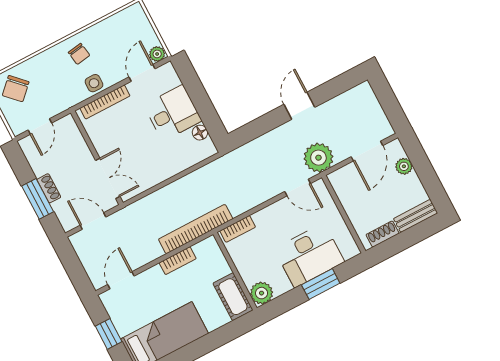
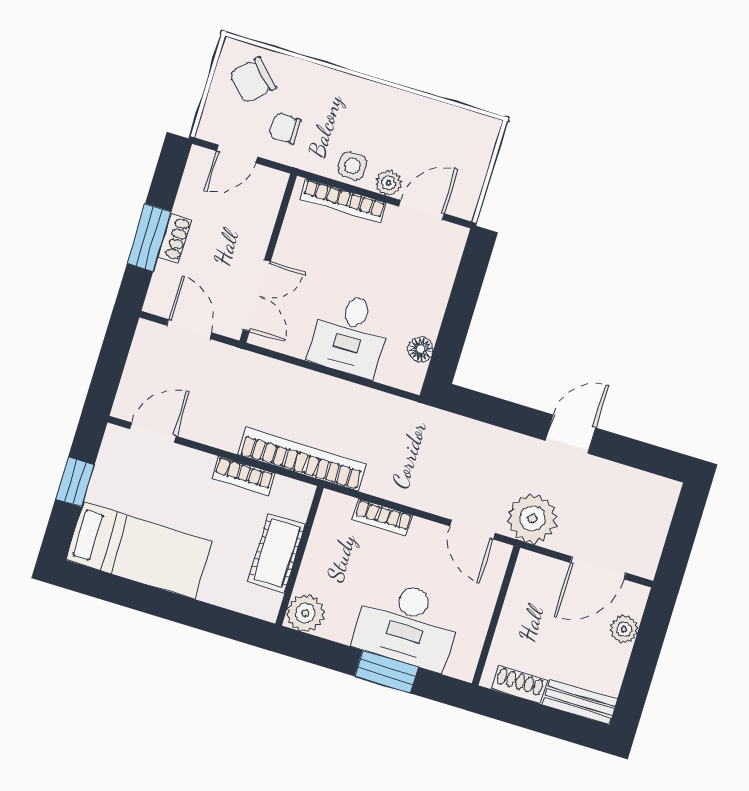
chair: (79, 54) -> (285, 128), moved, turned 99
plant: (157, 54) -> (389, 183), moved
desk: (173, 113) -> (349, 335), moved, turned 90
bookcase: (238, 229) -> (383, 518), moved
cot: (233, 297) -> (276, 553), moved

